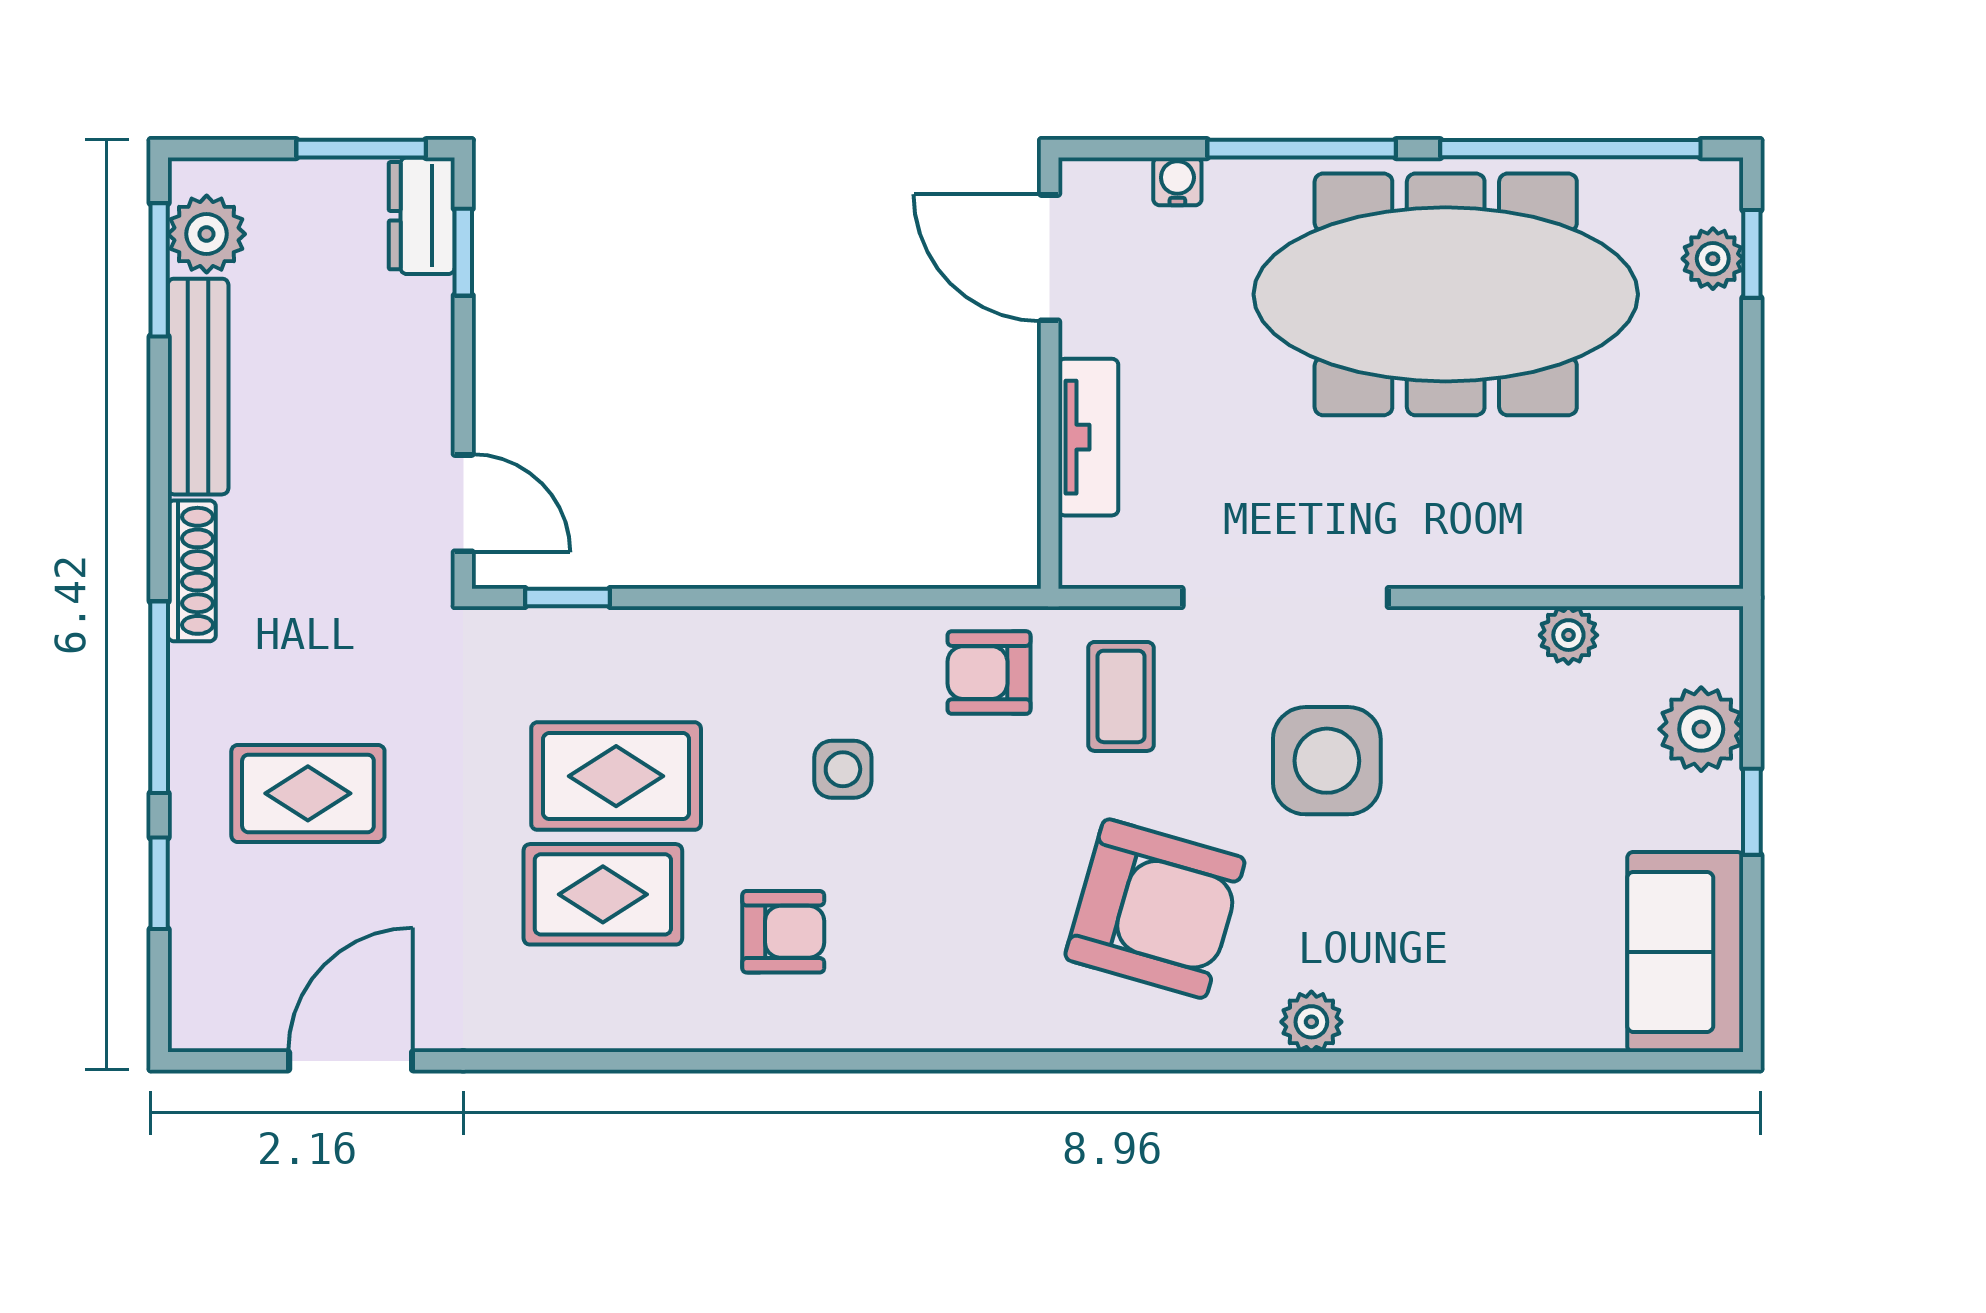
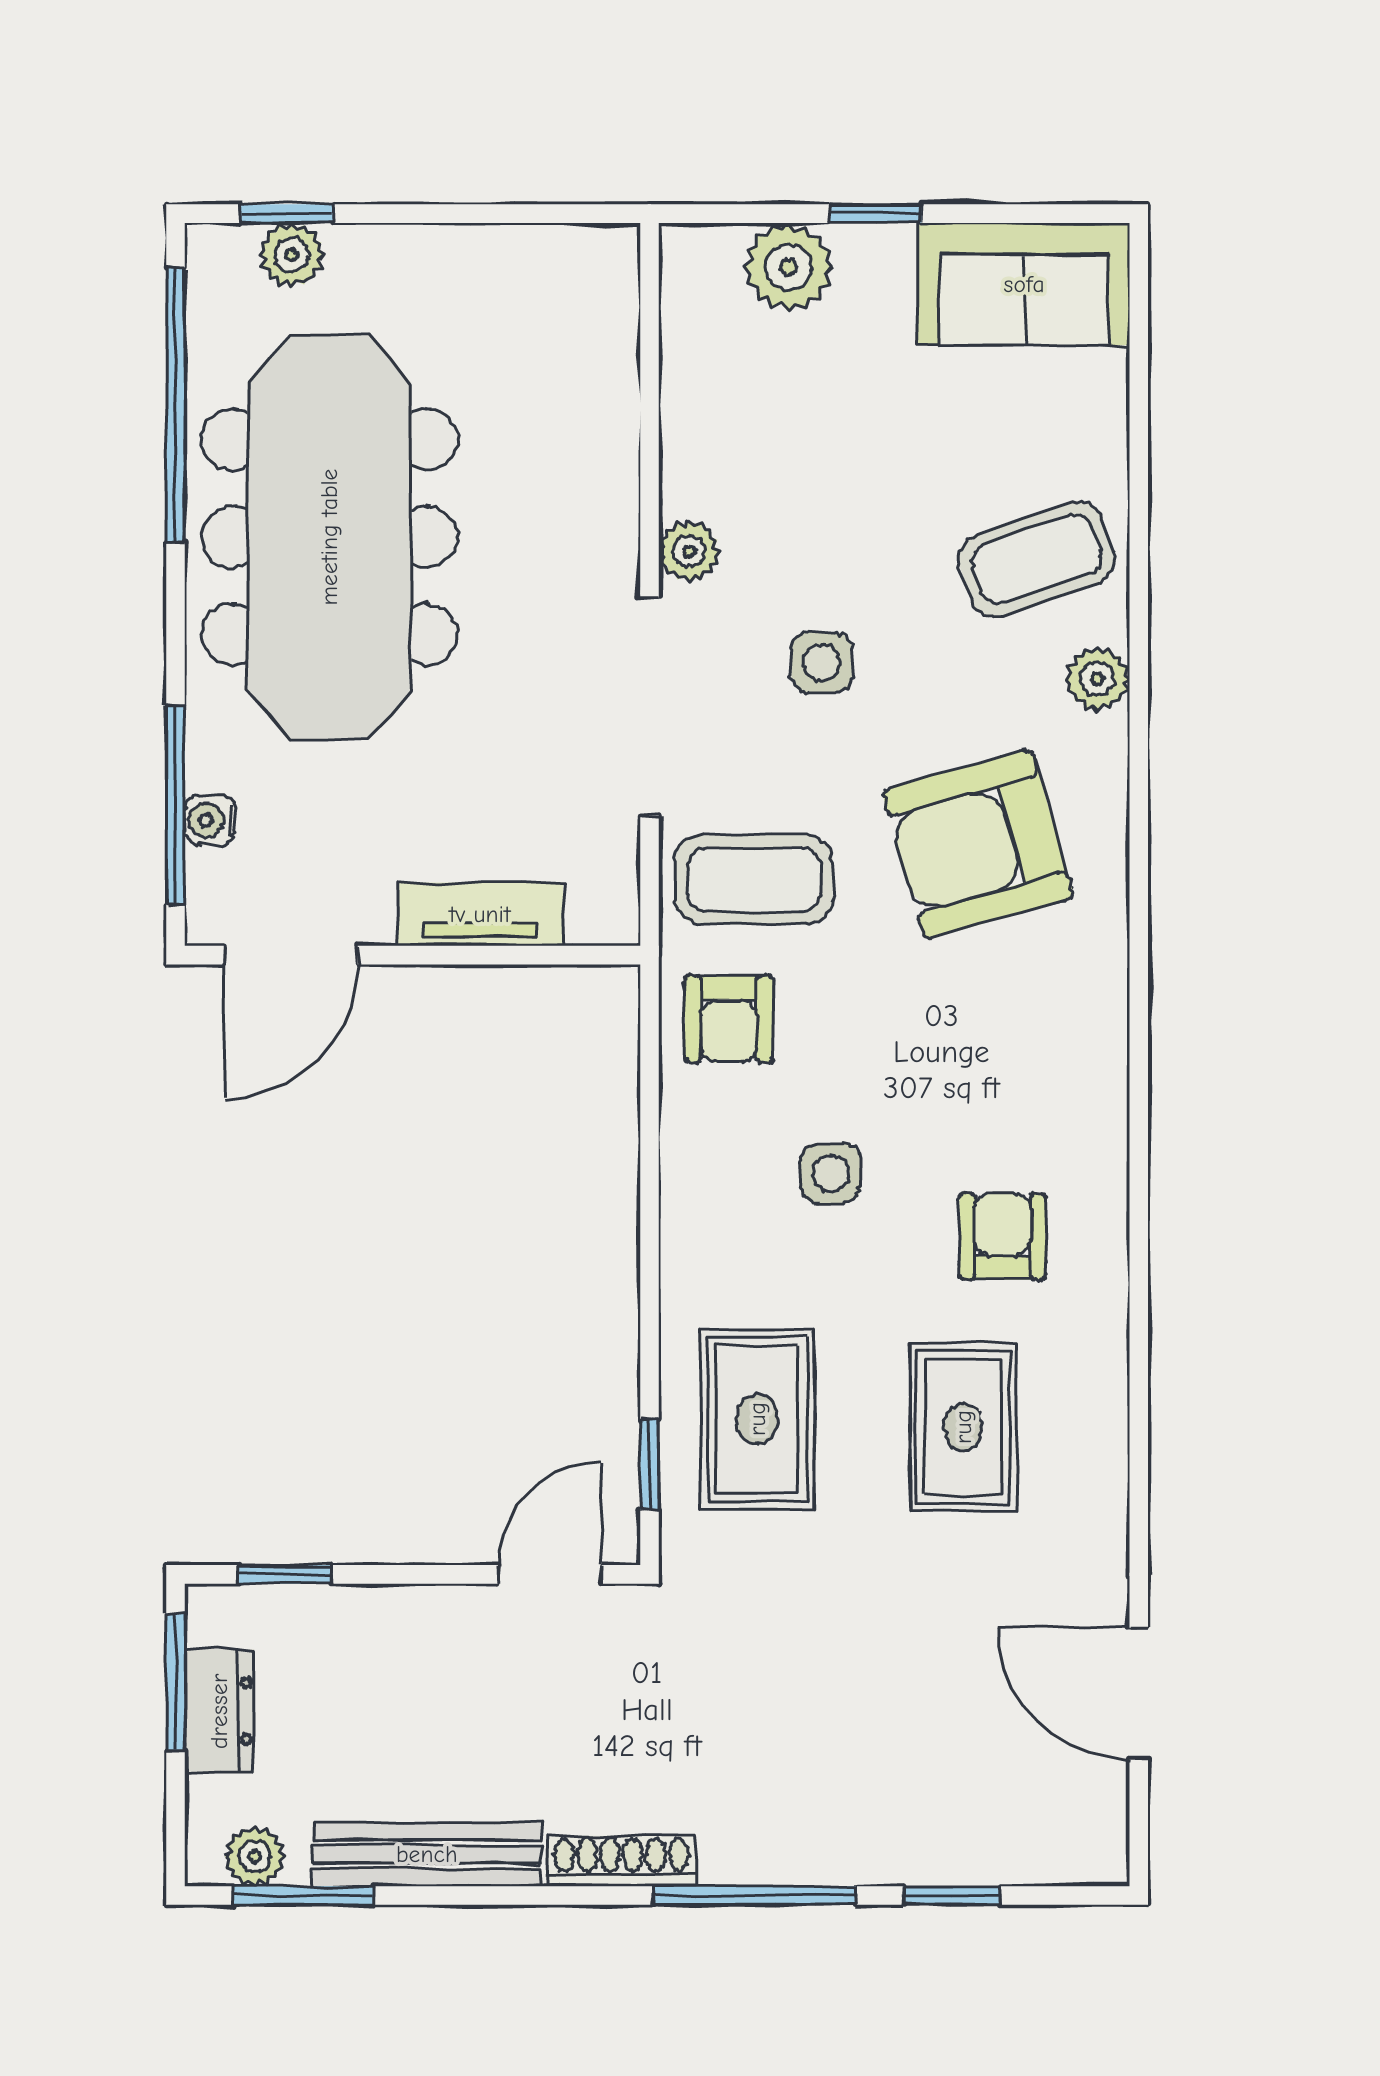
window: (1302, 149) -> (175, 805), moved
dresser: (422, 216) -> (219, 1711), moved, turned -90
plant: (207, 234) -> (255, 1857), width x0.73, depth x0.73
plant: (1568, 635) -> (689, 551), moved
coffee table: (1121, 696) -> (754, 880), width x1.36, depth x1.30
side table: (1327, 761) -> (822, 662), width x0.54, depth x0.54
rug: (616, 776) -> (757, 1419), moved
rug: (308, 793) -> (856, 1738), removed
armchair: (1155, 909) -> (978, 844), turned -122
coffee table: (1425, 964) -> (1037, 559), added

